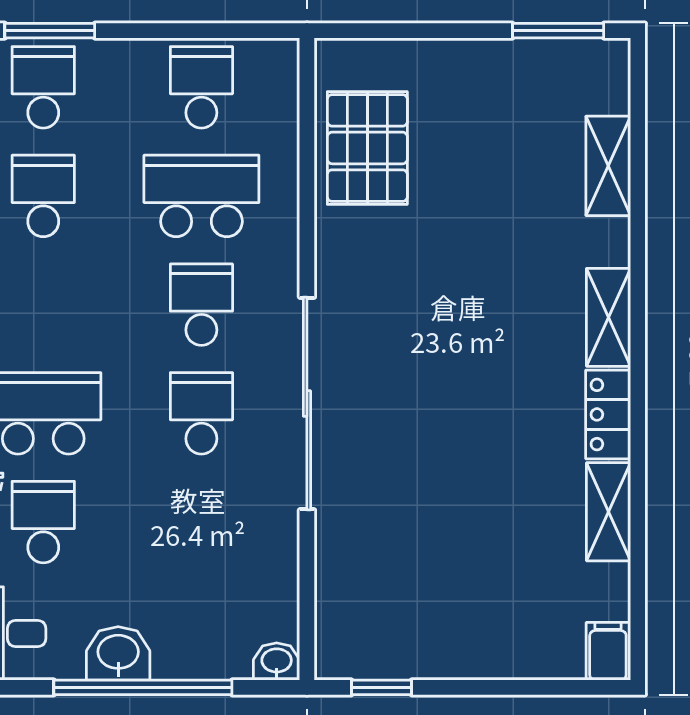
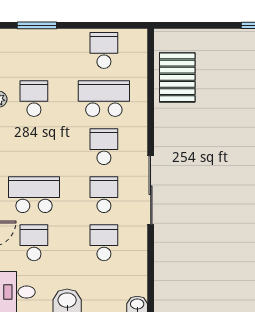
school desk: (43, 87) -> (104, 243), moved
sliding door: (307, 404) -> (151, 190), width x0.73

